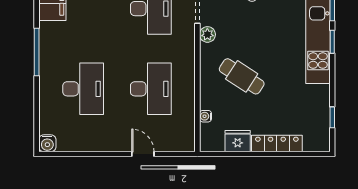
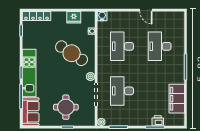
cafe table: (242, 76) -> (72, 53), width x1.37, depth x1.35
water cooler: (47, 143) -> (102, 16), moved
locker: (277, 143) -> (37, 16), moved
door: (143, 154) -> (146, 10), moved

